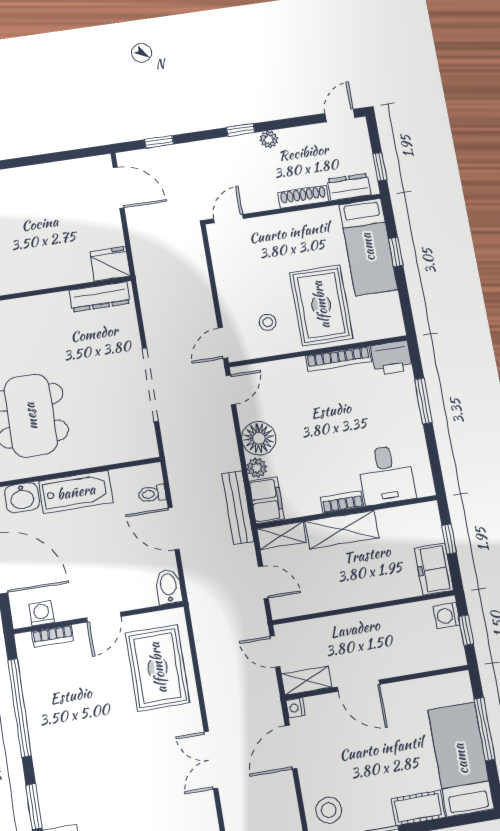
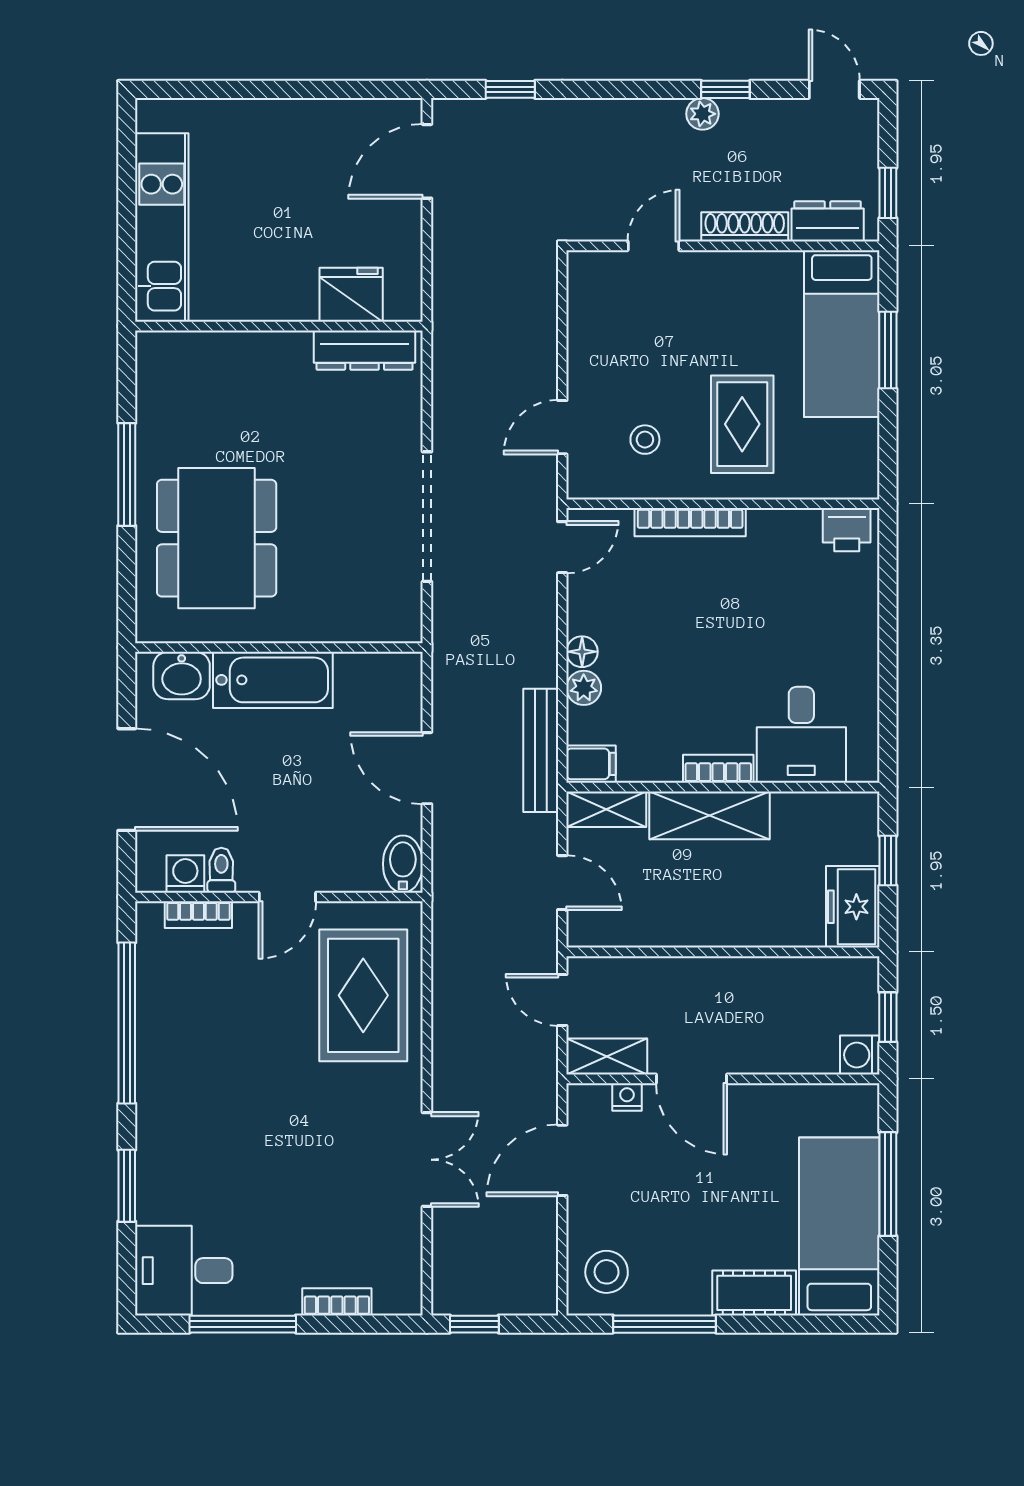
door: (340, 116) -> (834, 89), hinge flipped
window: (241, 130) -> (725, 89), moved
door: (119, 188) -> (427, 161), swing flipped
door: (228, 219) -> (653, 246), moved
window: (396, 252) -> (888, 350), width x1.50
fridge: (110, 264) -> (351, 295), moved
rug: (321, 305) -> (742, 424), width x0.73, depth x0.70
door: (223, 343) -> (562, 427), moved
printer: (391, 358) -> (847, 530), width x0.73, depth x0.81
bookcase: (338, 359) -> (690, 522), moved
window: (423, 401) -> (888, 618), removed
floor lamp: (259, 438) -> (582, 652), width x0.53, depth x0.53
toilet: (152, 494) -> (221, 870), moved, turned 90
filing cabinet: (267, 500) -> (591, 764), width x0.50
washing machine: (447, 616) -> (860, 1055), moved
nightstand: (295, 708) -> (627, 1097), moved, turned 90
double door: (211, 760) -> (427, 1160), swing flipped

